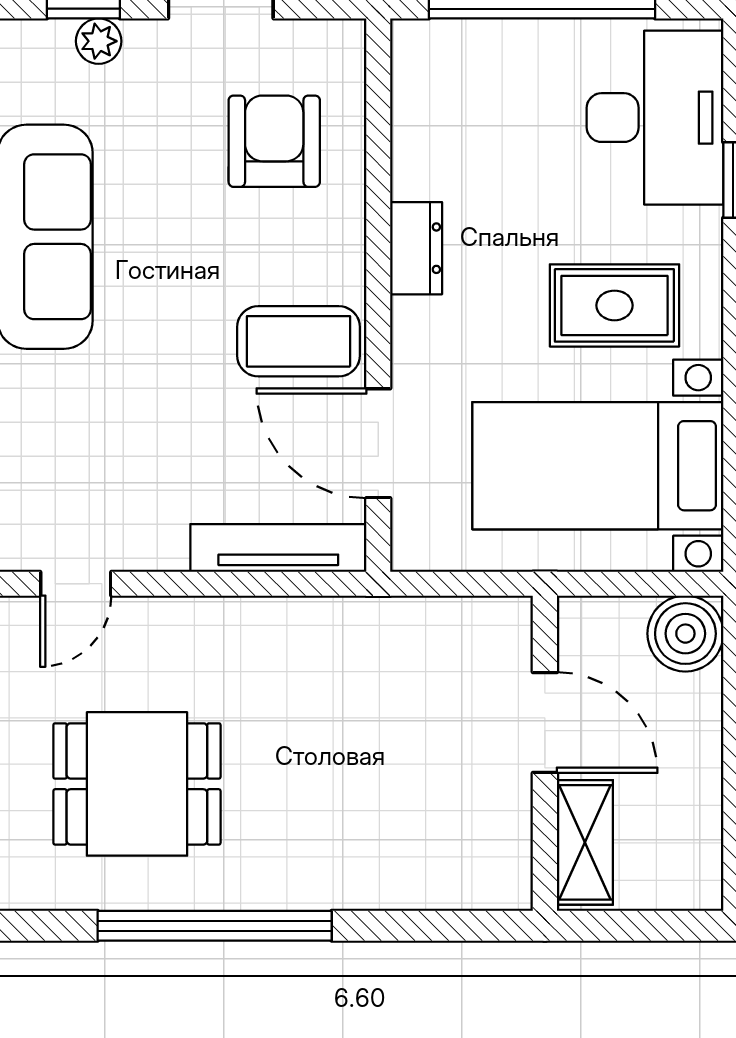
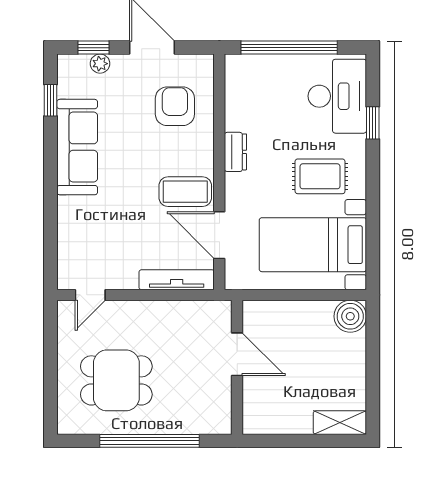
door: (545, 723) -> (237, 354), moved
wall: (545, 753) -> (237, 367), moved
shelving: (585, 842) -> (340, 423), moved, turned 90

